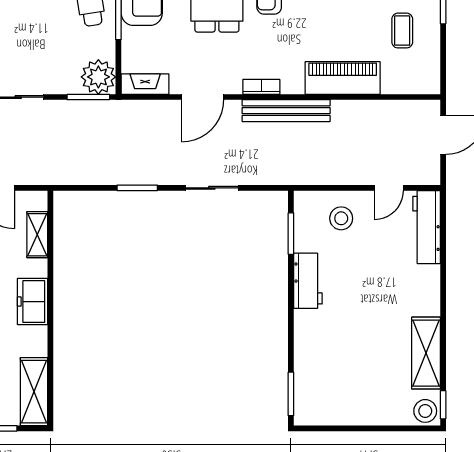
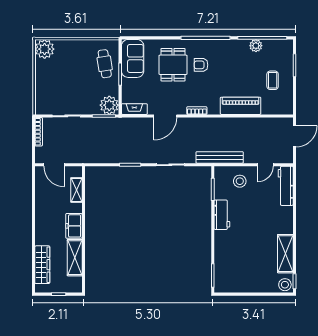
bench: (286, 111) -> (220, 157), moved
shelving: (34, 392) -> (75, 258), moved

